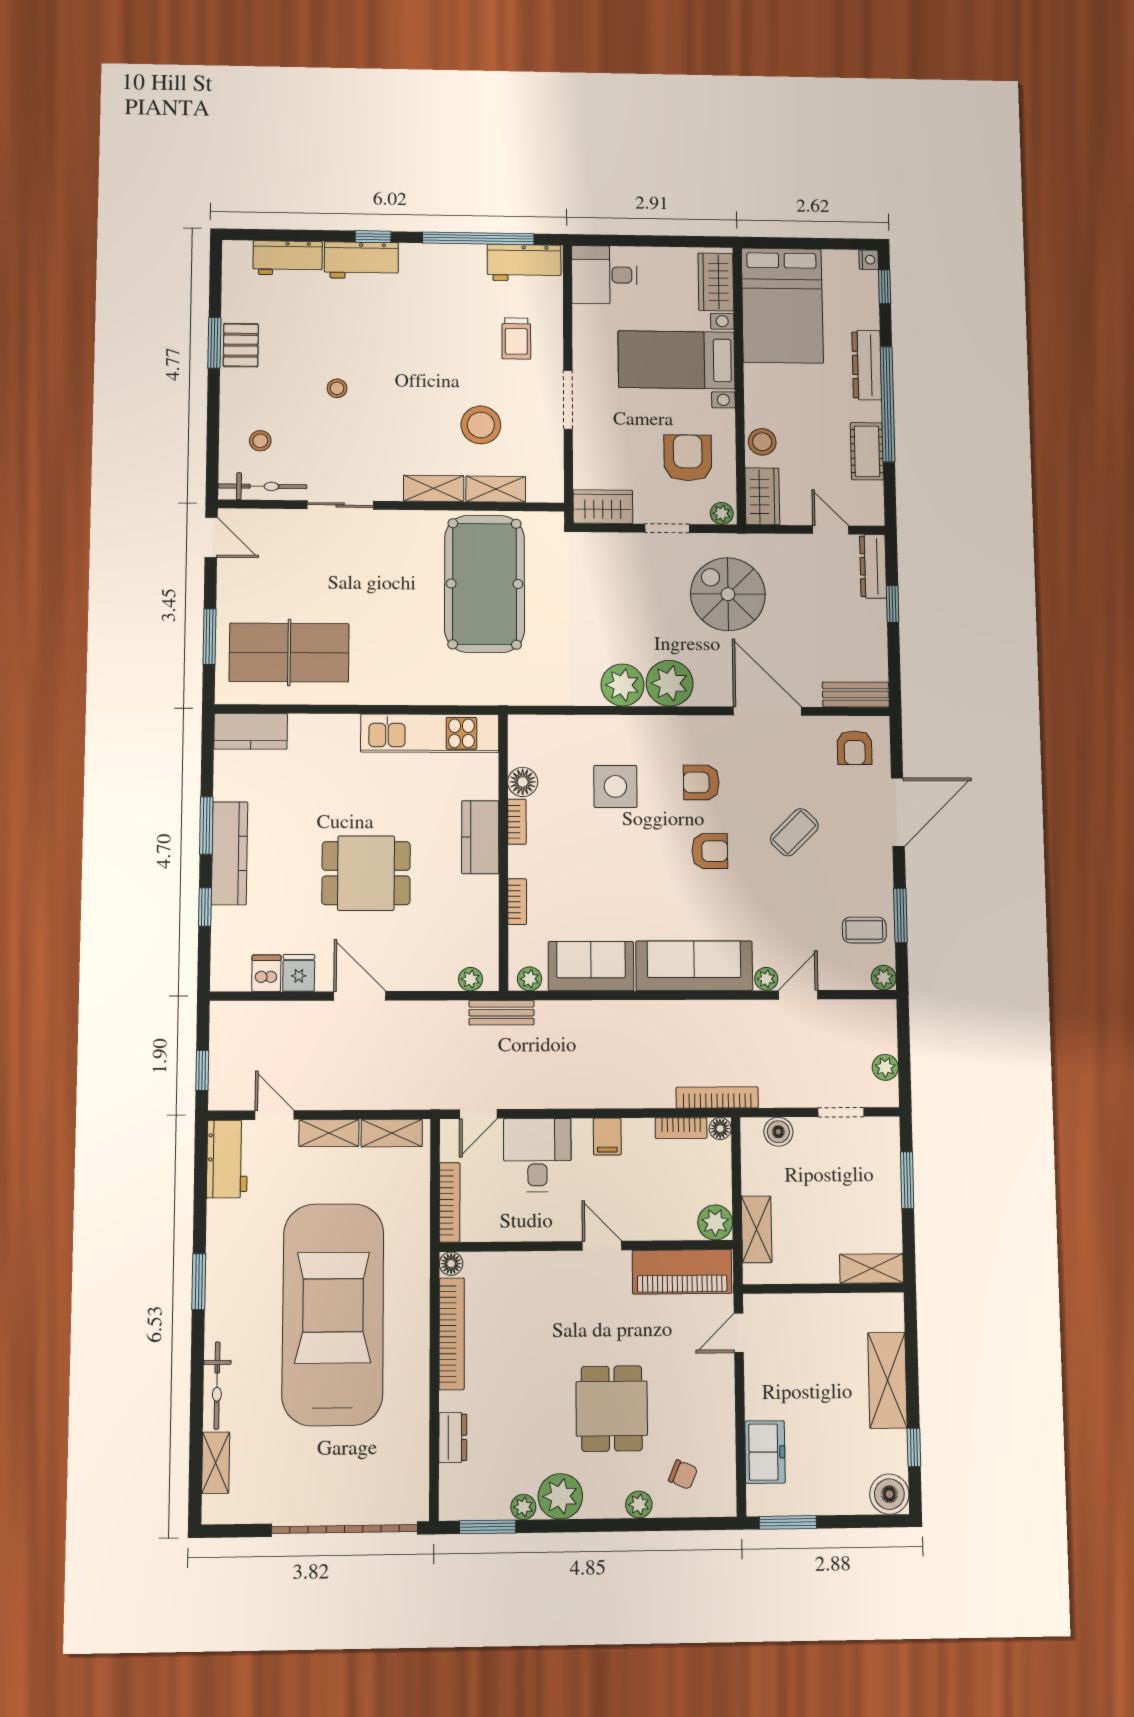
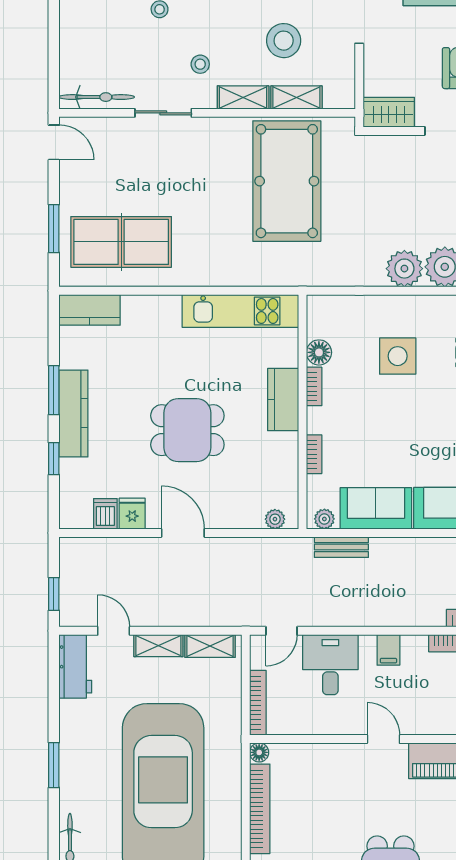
stool: (260, 441) -> (200, 64), moved
bench: (501, 1013) -> (341, 547), moved

